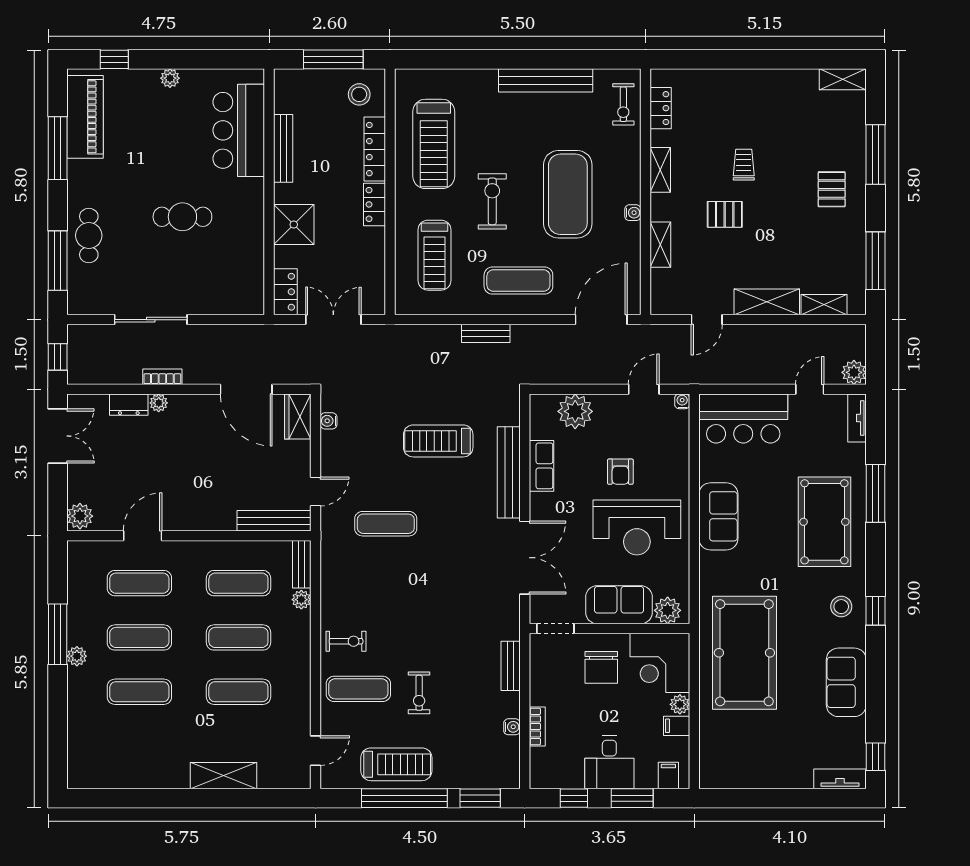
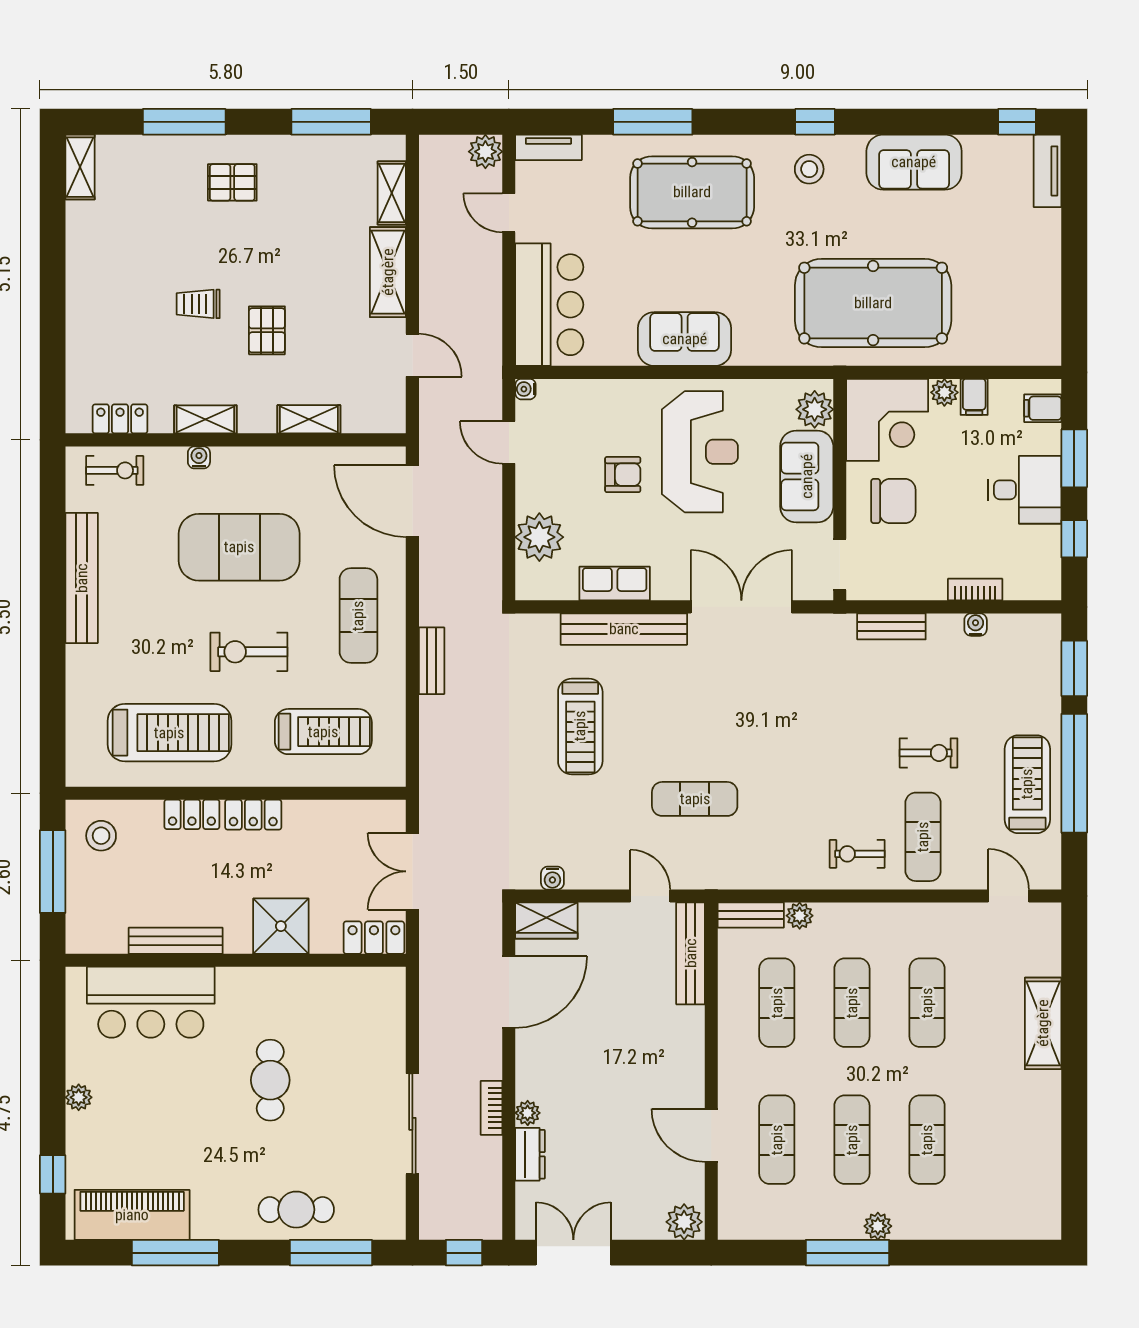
locker: (375, 149) -> (192, 814), width x0.66
water cooler: (633, 213) -> (199, 457), moved
exercise mat: (386, 524) -> (695, 799), turned 90
exercise bike: (346, 641) -> (857, 854), turned -90

